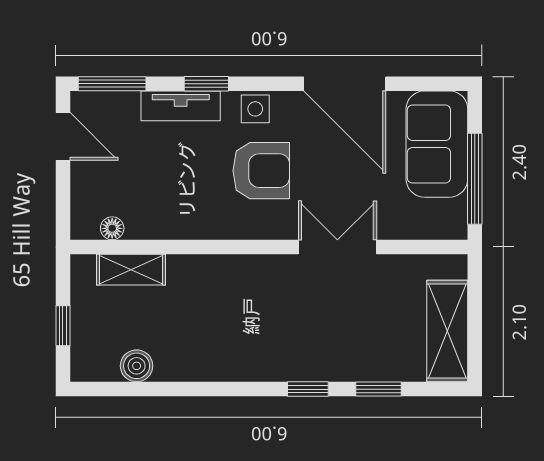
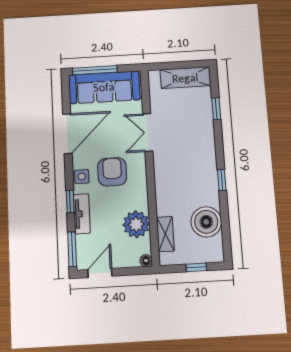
sofa: (437, 144) -> (104, 87), width x1.36
window: (475, 179) -> (95, 70), moved
plant: (154, 213) -> (136, 224), added
floor lamp: (112, 228) -> (146, 261), moved
boiler: (137, 366) -> (206, 222), width x1.86, depth x1.86
window: (308, 389) -> (222, 180), moved

